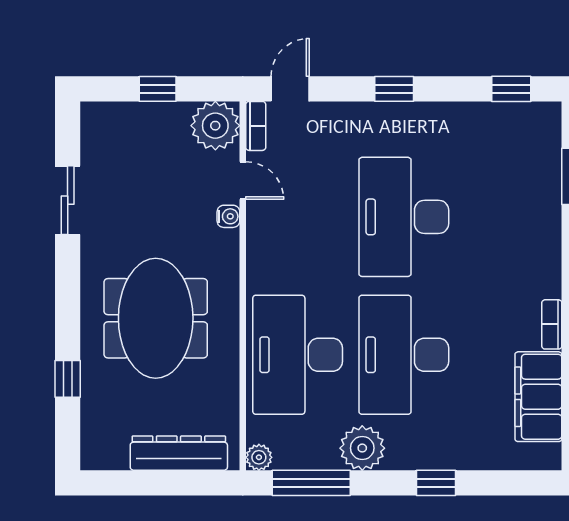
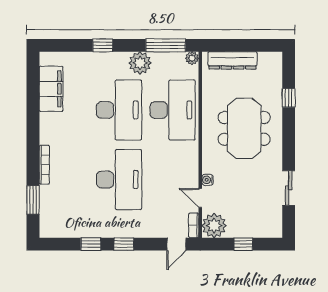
window: (511, 89) -> (91, 244), moved
bookcase: (552, 324) -> (44, 165), moved, width x1.56

